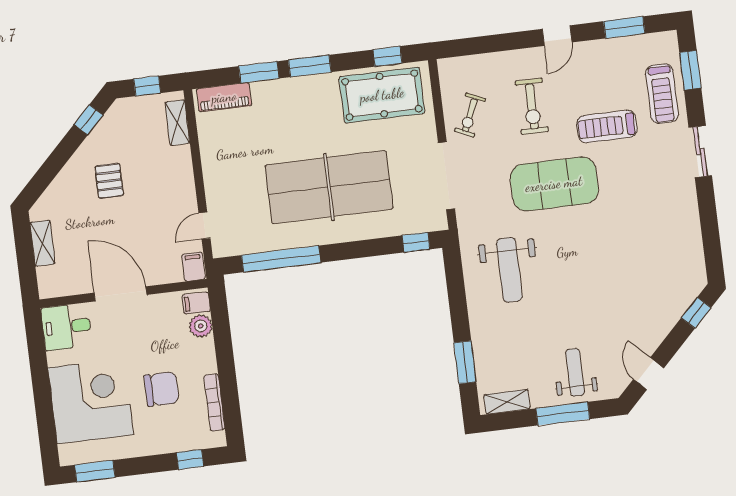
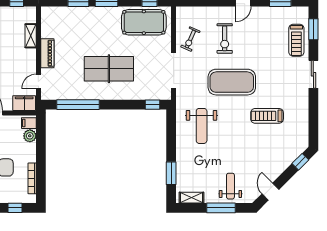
piano: (224, 97) -> (47, 53), moved, turned -90
shelving: (177, 123) -> (31, 36), moved
treadmill: (607, 127) -> (267, 116), moved
table tennis table: (329, 187) -> (109, 69), width x0.73, depth x0.76
filing cabinet: (194, 267) -> (24, 103), width x2.00

